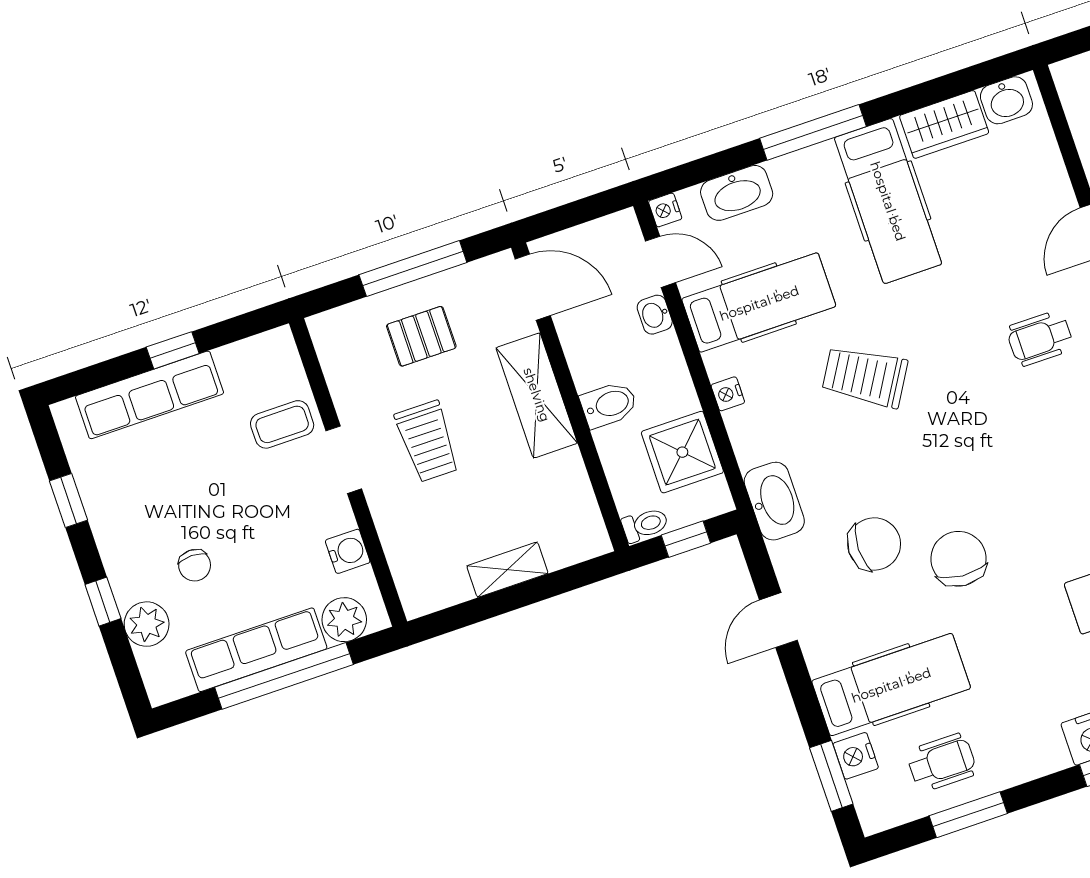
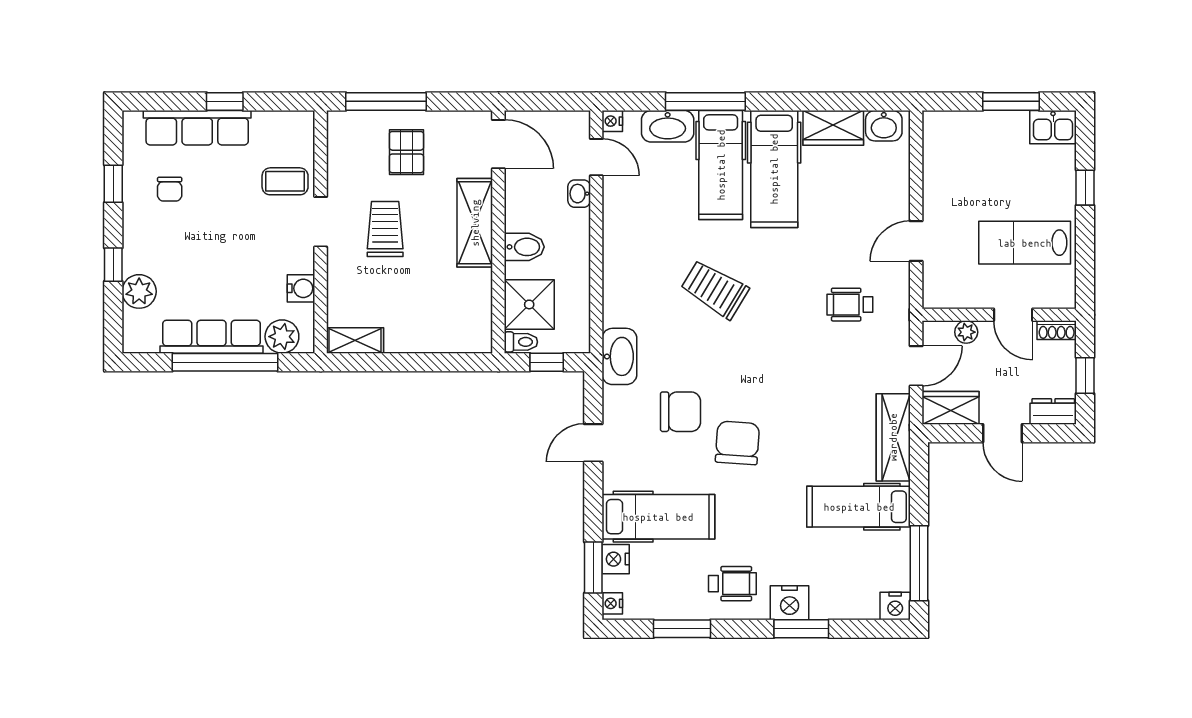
window: (813, 132) -> (705, 101), moved
window: (413, 269) -> (386, 101), moved
hospital bed: (759, 303) -> (721, 165), moved, turned 90
pallet: (421, 336) -> (406, 152), turned 90
nightstand: (728, 394) -> (612, 603), moved
trolley: (427, 441) -> (385, 229), turned 180
shower: (682, 452) -> (529, 304), moved
chair: (195, 565) -> (170, 189), moved
shelving: (507, 570) -> (355, 341), moved
wheelchair: (942, 763) -> (732, 584), moved

